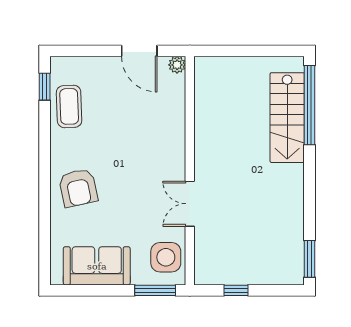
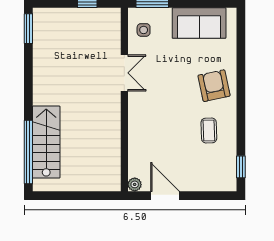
coffee table: (69, 106) -> (209, 130), moved, width x0.73, depth x0.77
side table: (166, 257) -> (144, 30), width x0.54, depth x0.54

